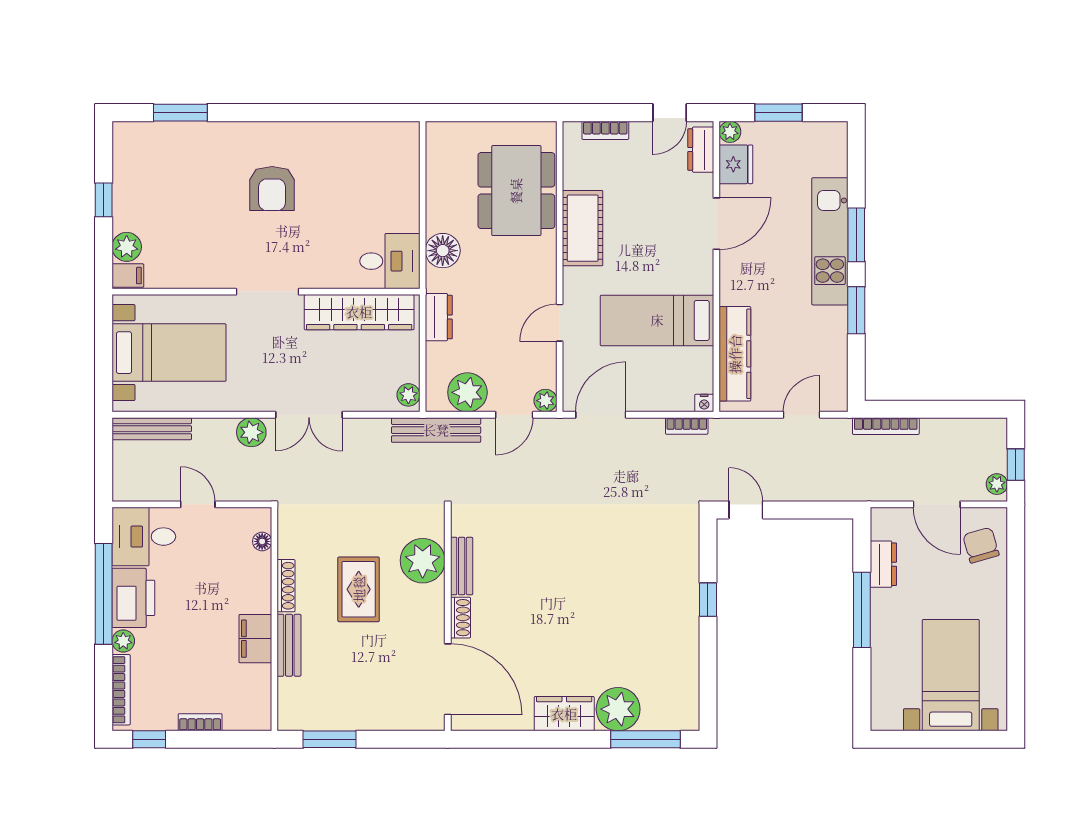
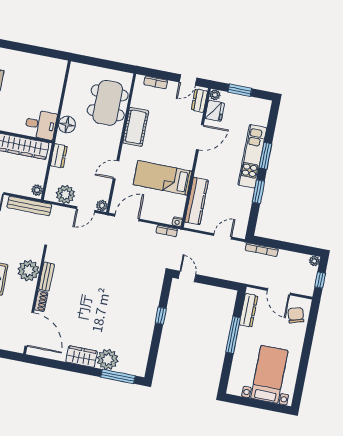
bench: (436, 430) -> (29, 206), moved
plant: (997, 484) -> (314, 261), moved
dresser: (883, 564) -> (249, 310), width x1.44

